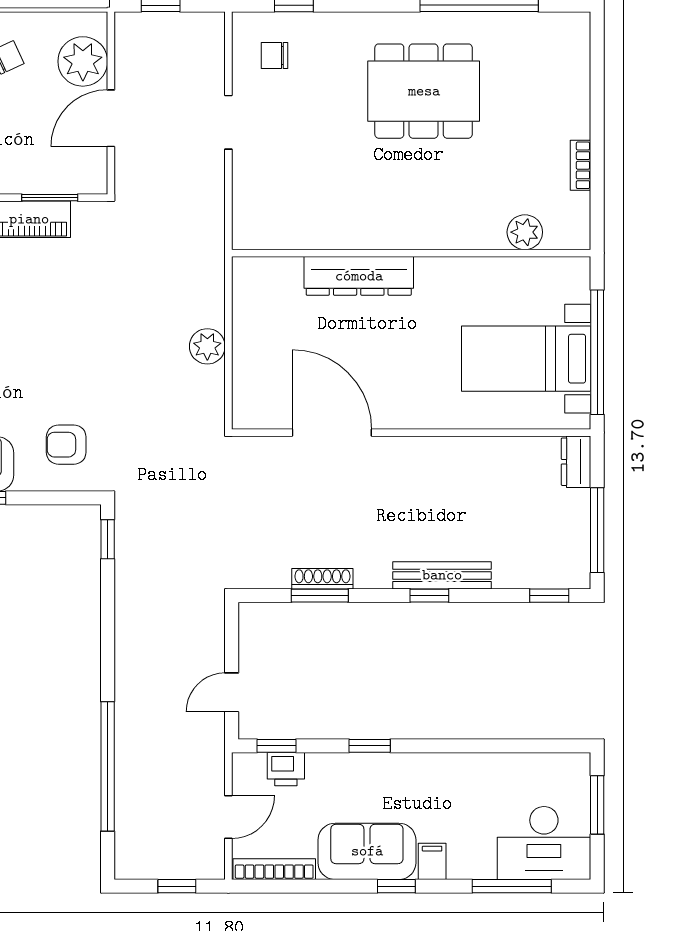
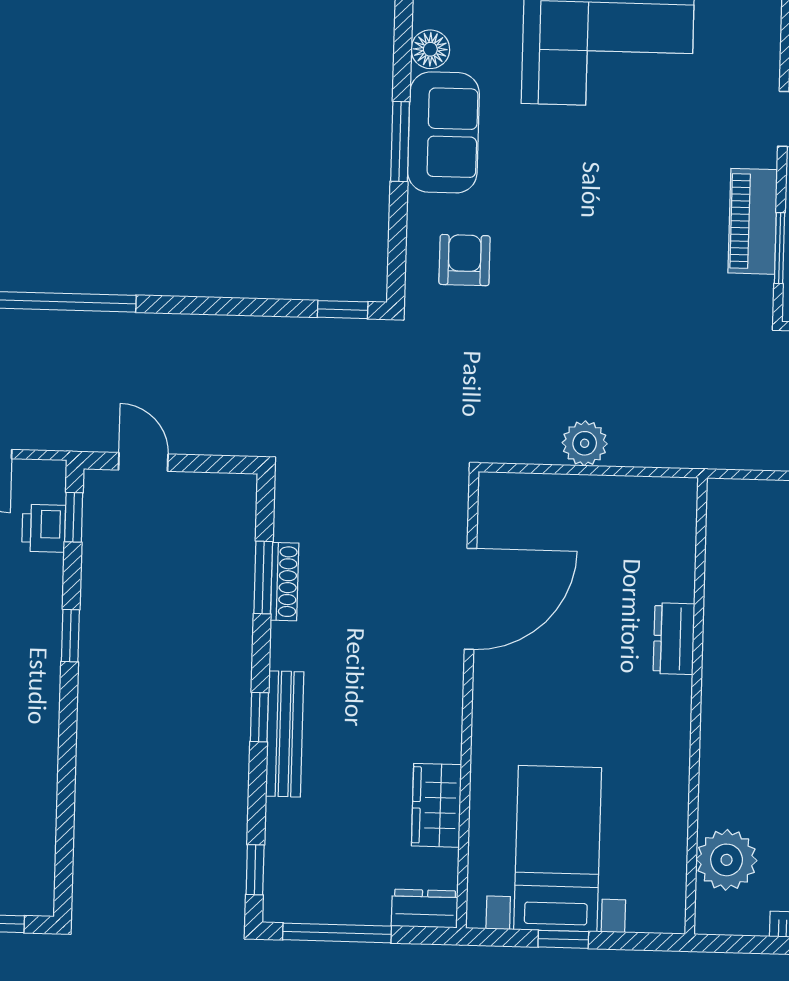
plant: (525, 232) -> (727, 860), width x1.36, depth x1.36
dresser: (359, 276) -> (674, 639), width x0.51, depth x0.80
window: (597, 352) -> (563, 939), width x0.32
wardrobe: (495, 455) -> (437, 805), added

